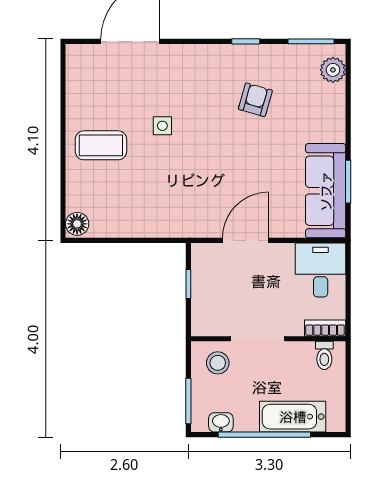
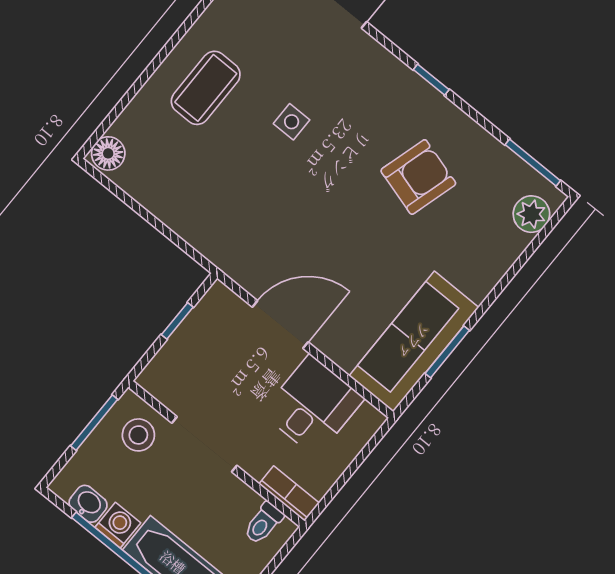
window: (246, 41) -> (431, 80), moved
armchair: (255, 100) -> (418, 177), width x1.38, depth x1.38
coffee table: (101, 145) -> (206, 88), turned 90
desk: (321, 270) -> (313, 406), moved
window: (188, 401) -> (94, 423), moved
washing machine: (246, 421) -> (118, 525), added

